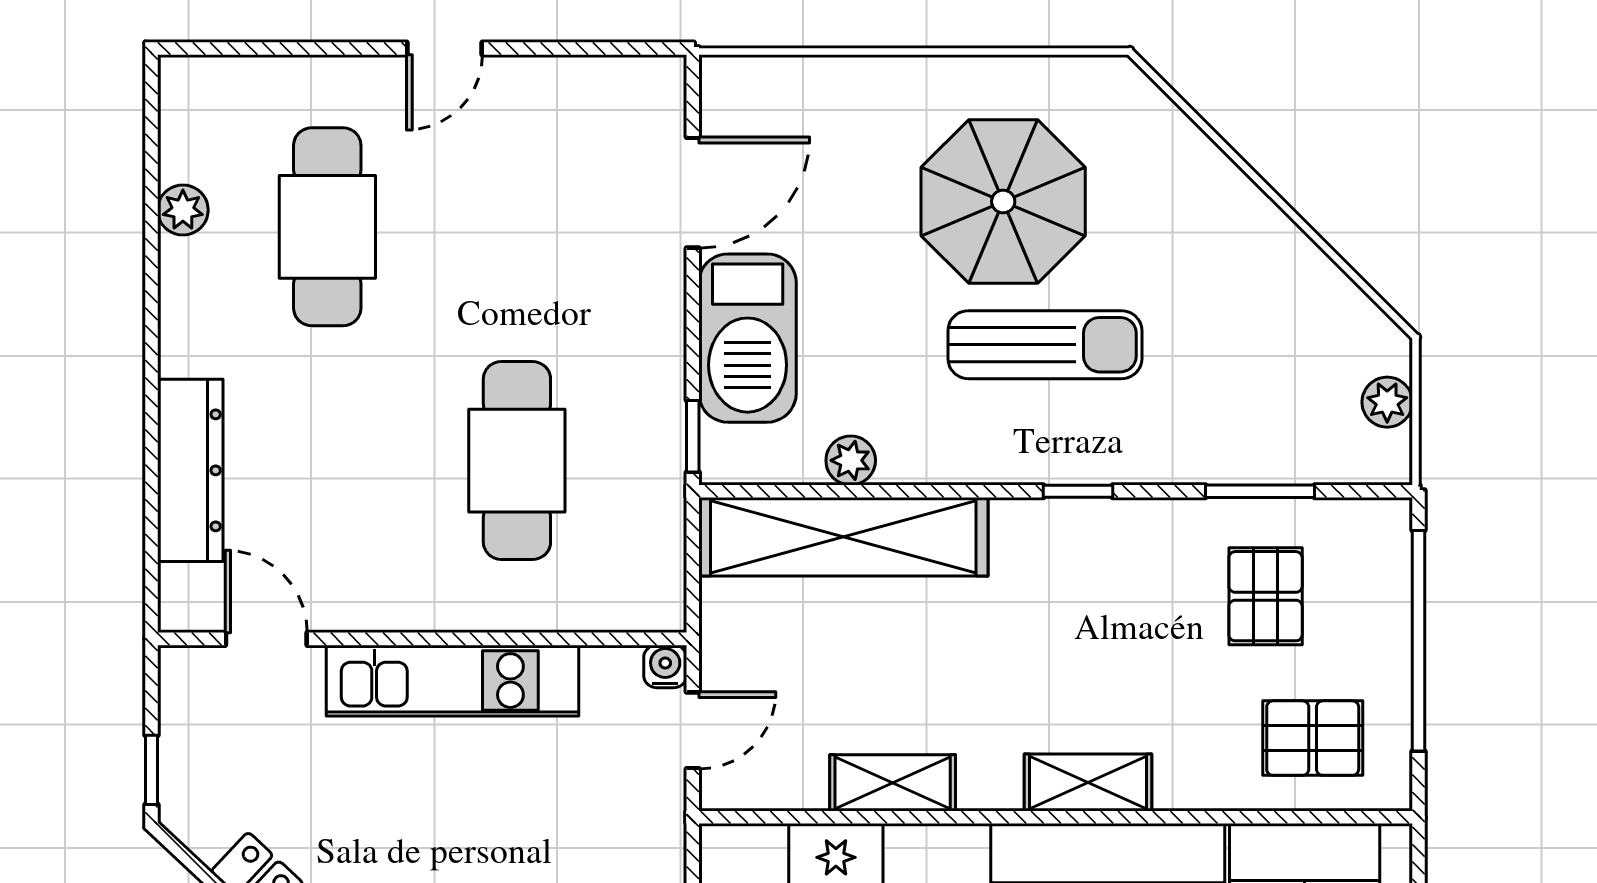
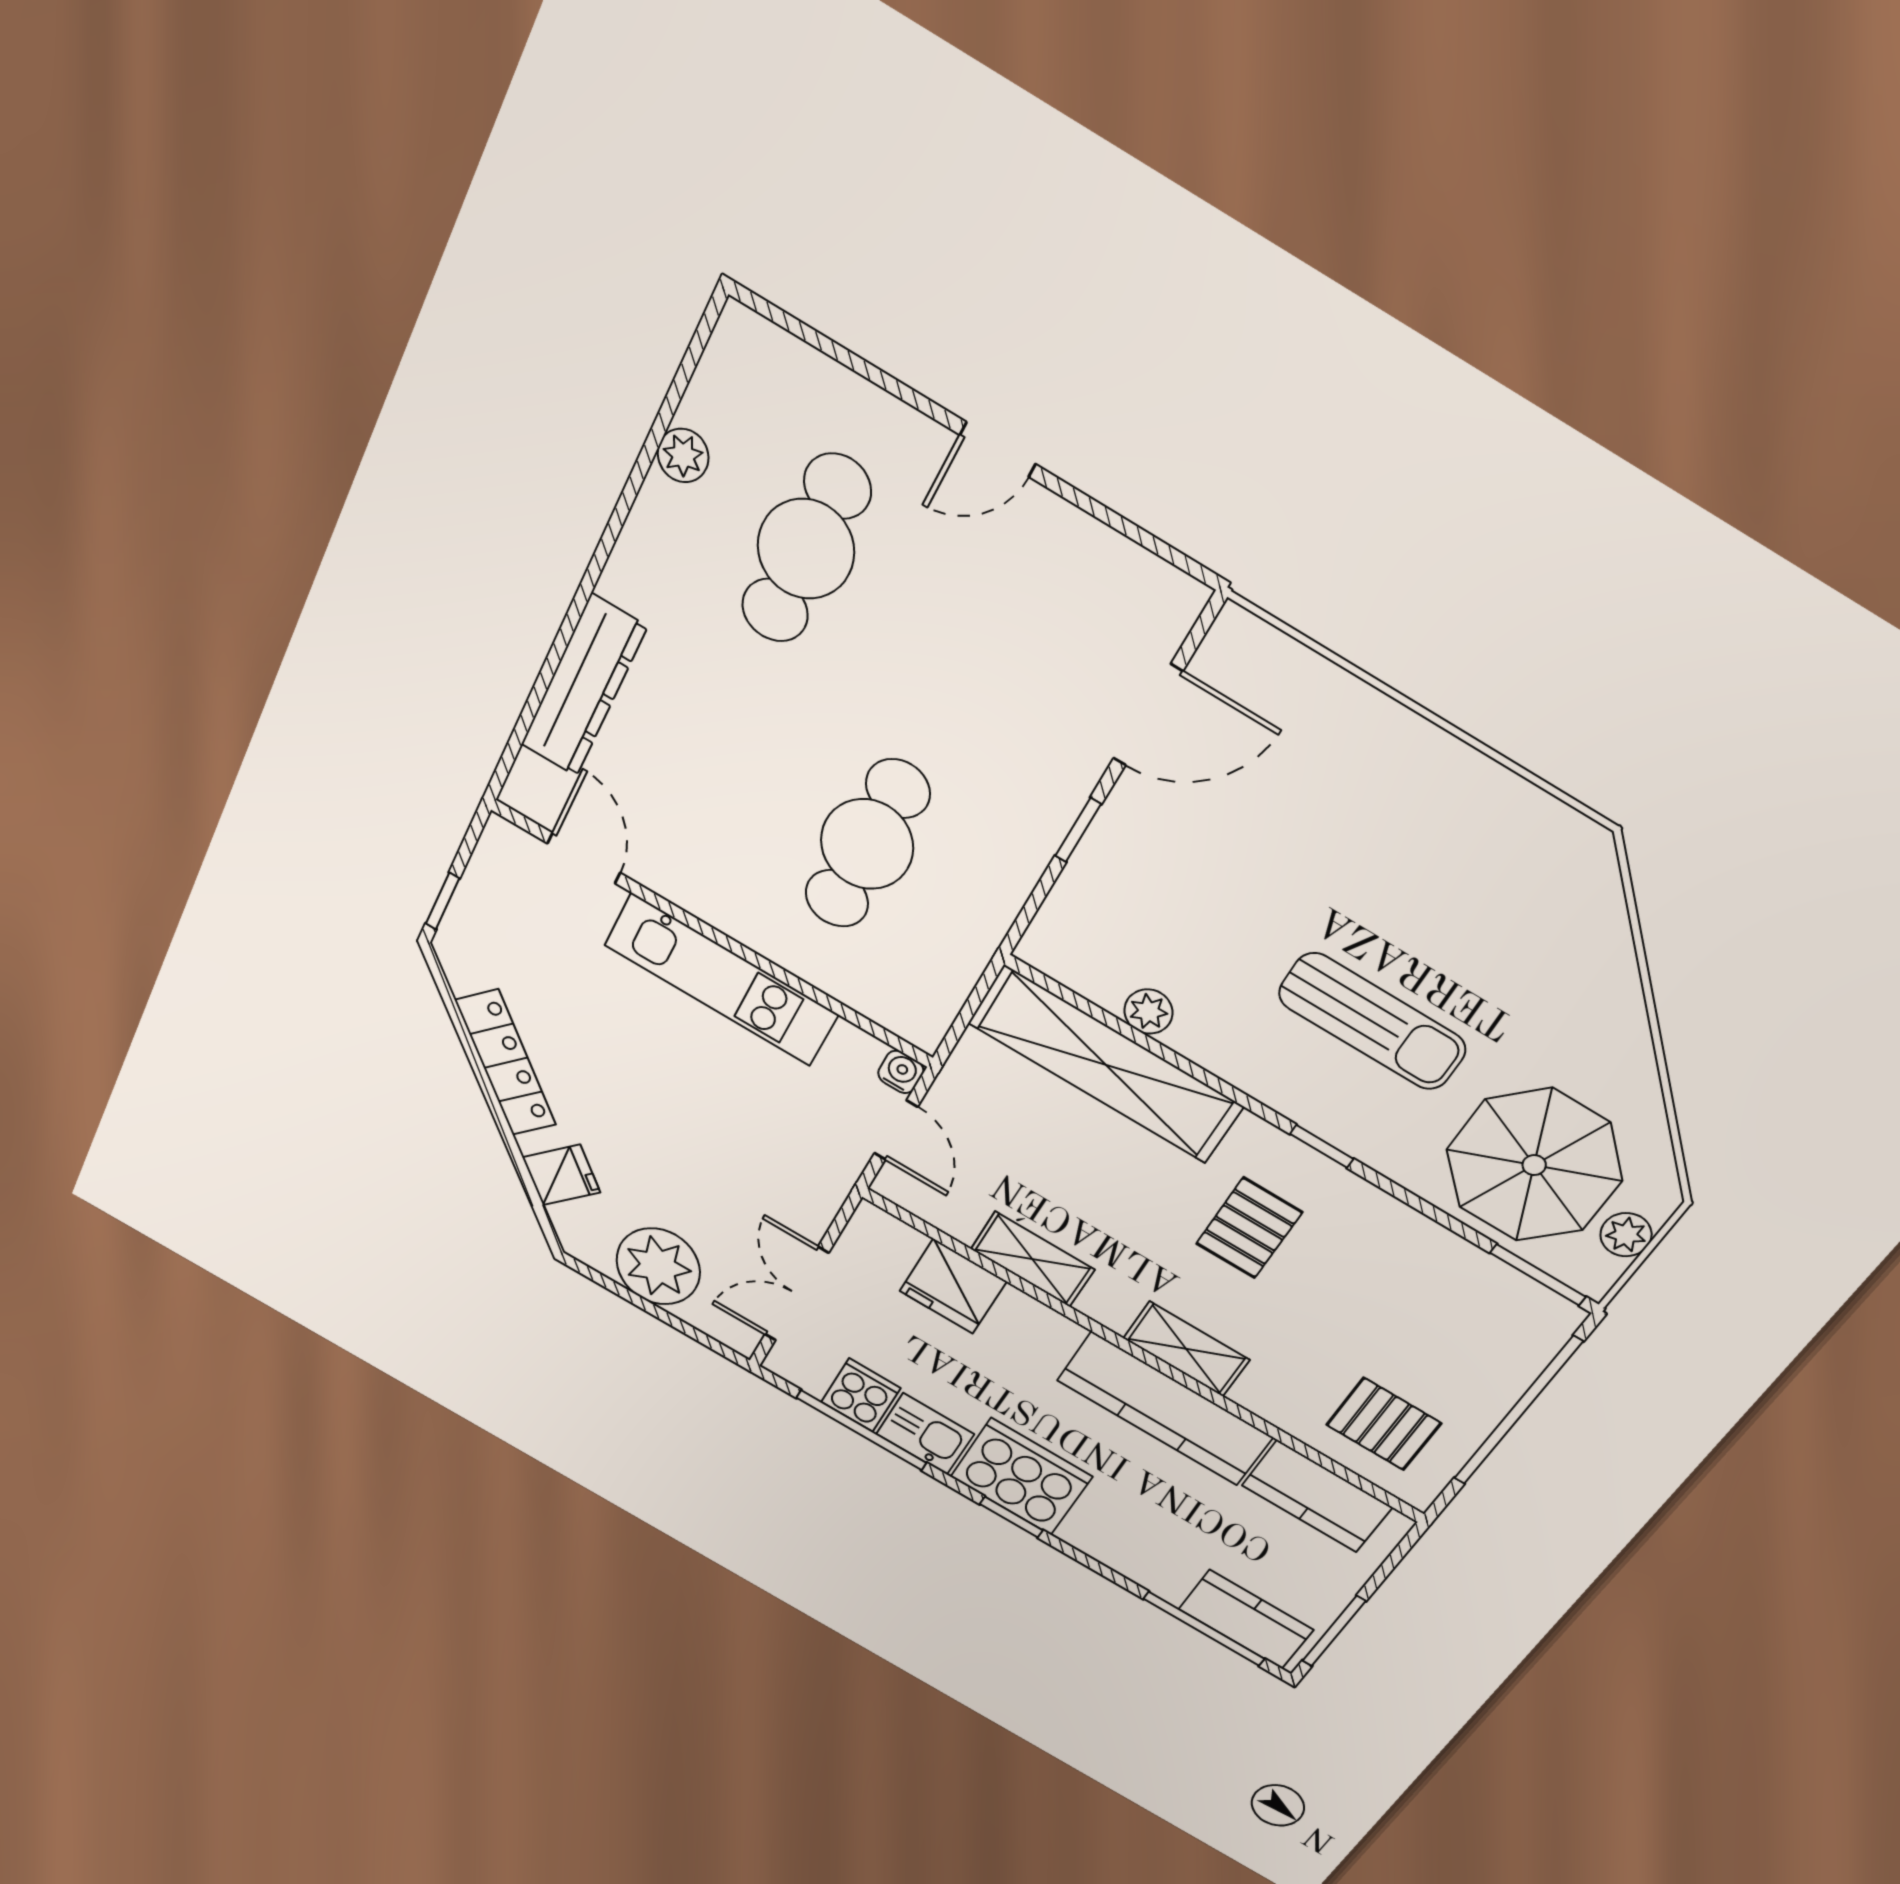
parasol: (1003, 201) -> (1534, 1165), moved
barbecue: (748, 338) -> (1122, 864), removed
window: (693, 436) -> (1078, 830), moved
window: (1260, 491) -> (1538, 1275), moved
pallet: (1266, 596) -> (1249, 1228), moved
door: (693, 730) -> (896, 1130), hinge flipped

